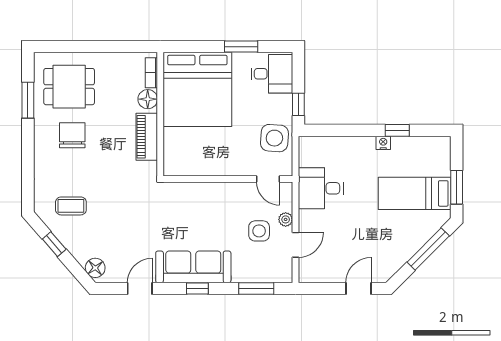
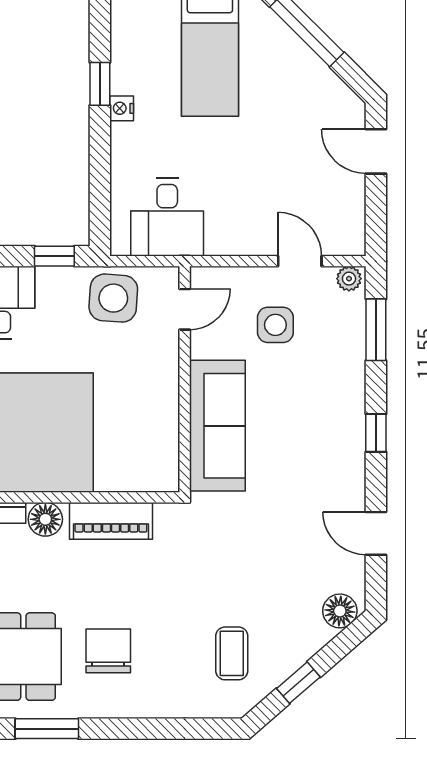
chair: (72, 135) -> (108, 651), turned 90
desk: (321, 188) -> (167, 217), moved
plant: (286, 219) -> (349, 279), moved
sofa: (193, 267) -> (217, 426), moved, turned 180

